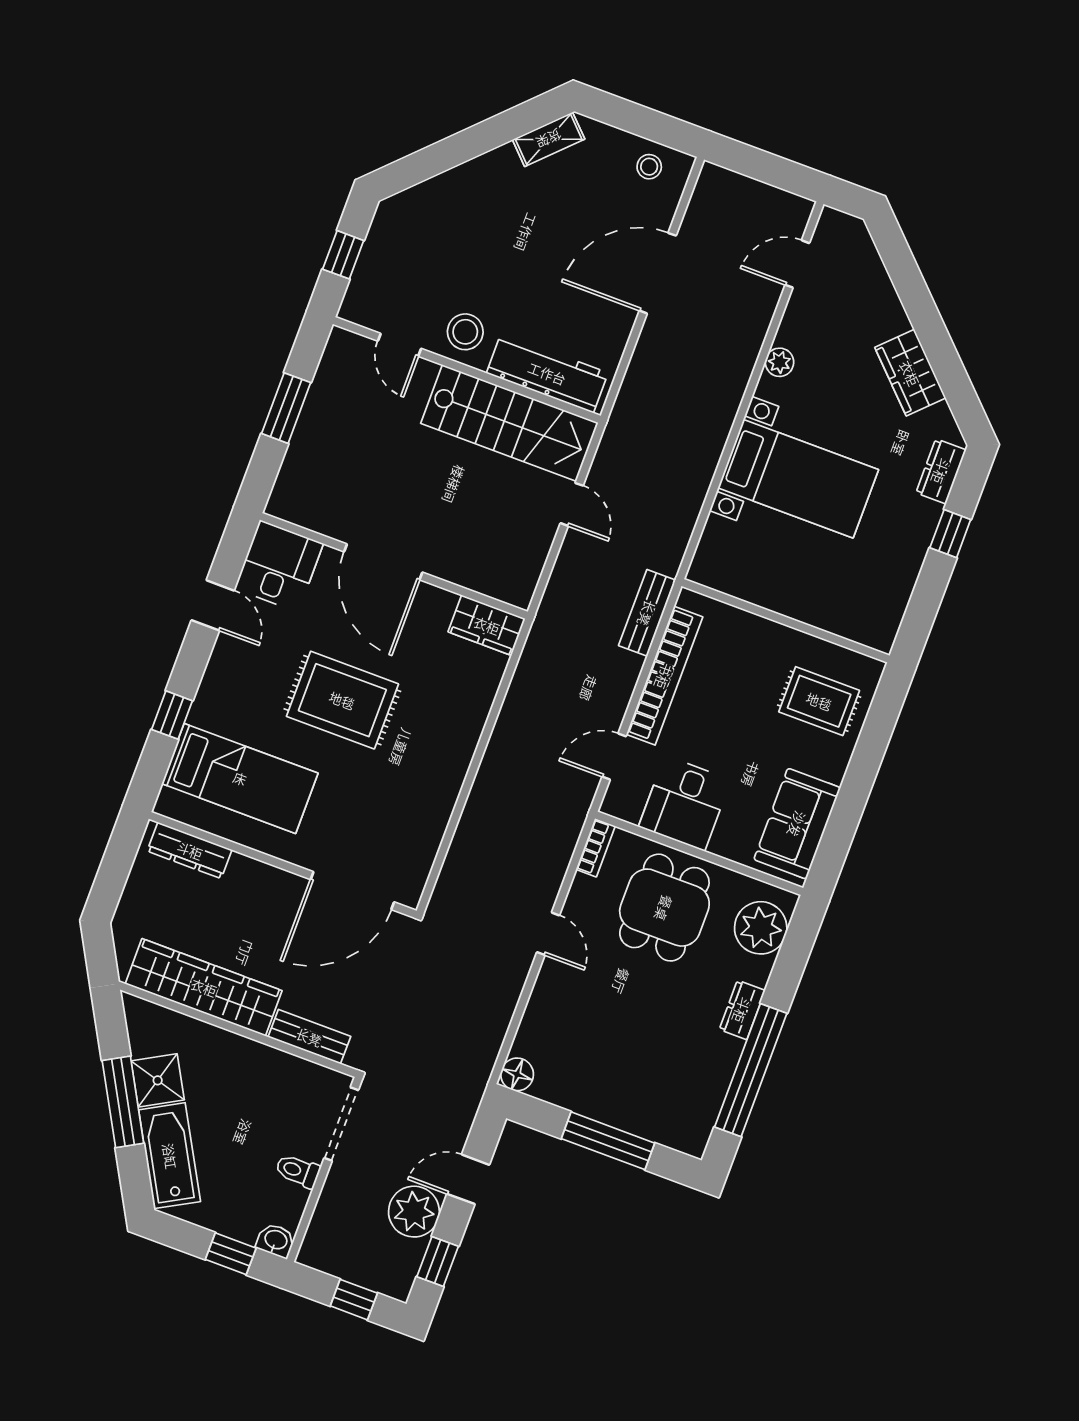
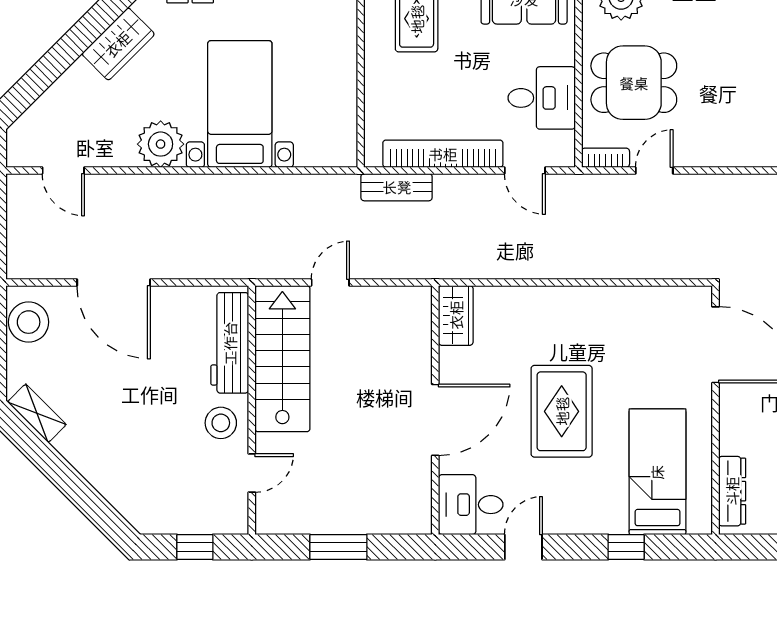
stool: (649, 167) -> (29, 322), width x1.89, depth x1.89
plant: (780, 362) -> (161, 144), width x1.88, depth x1.88
door: (548, 934) -> (654, 170), moved

